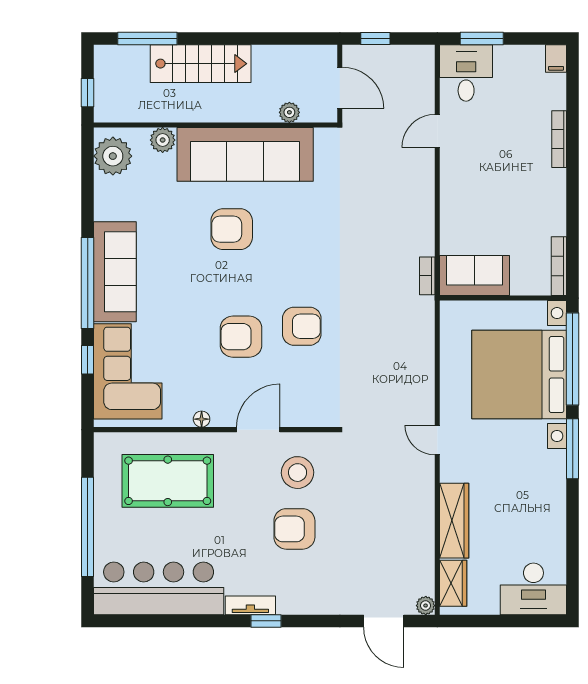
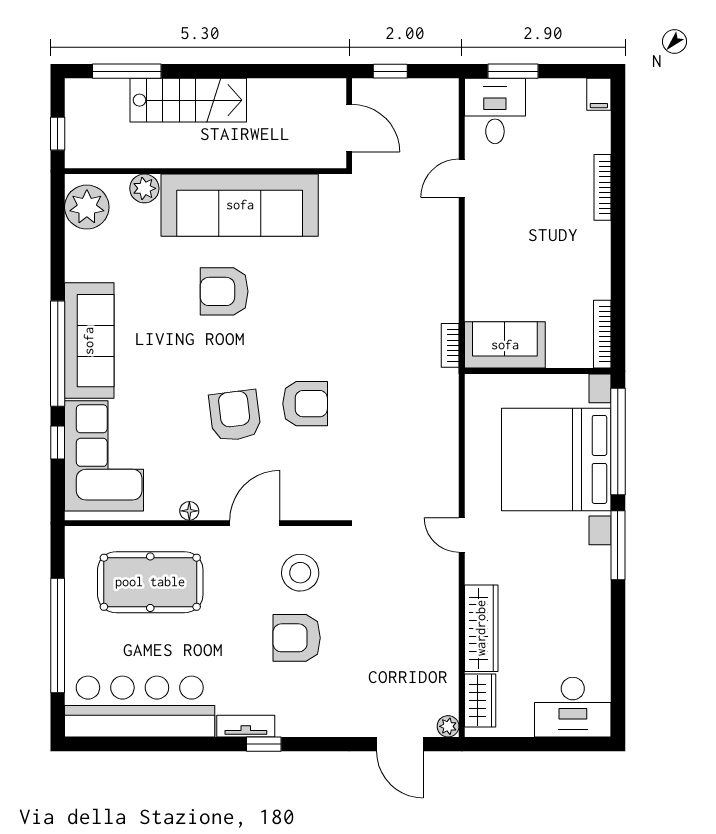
plant: (289, 112) -> (291, 156), removed
armchair: (241, 337) -> (235, 416), turned 83

